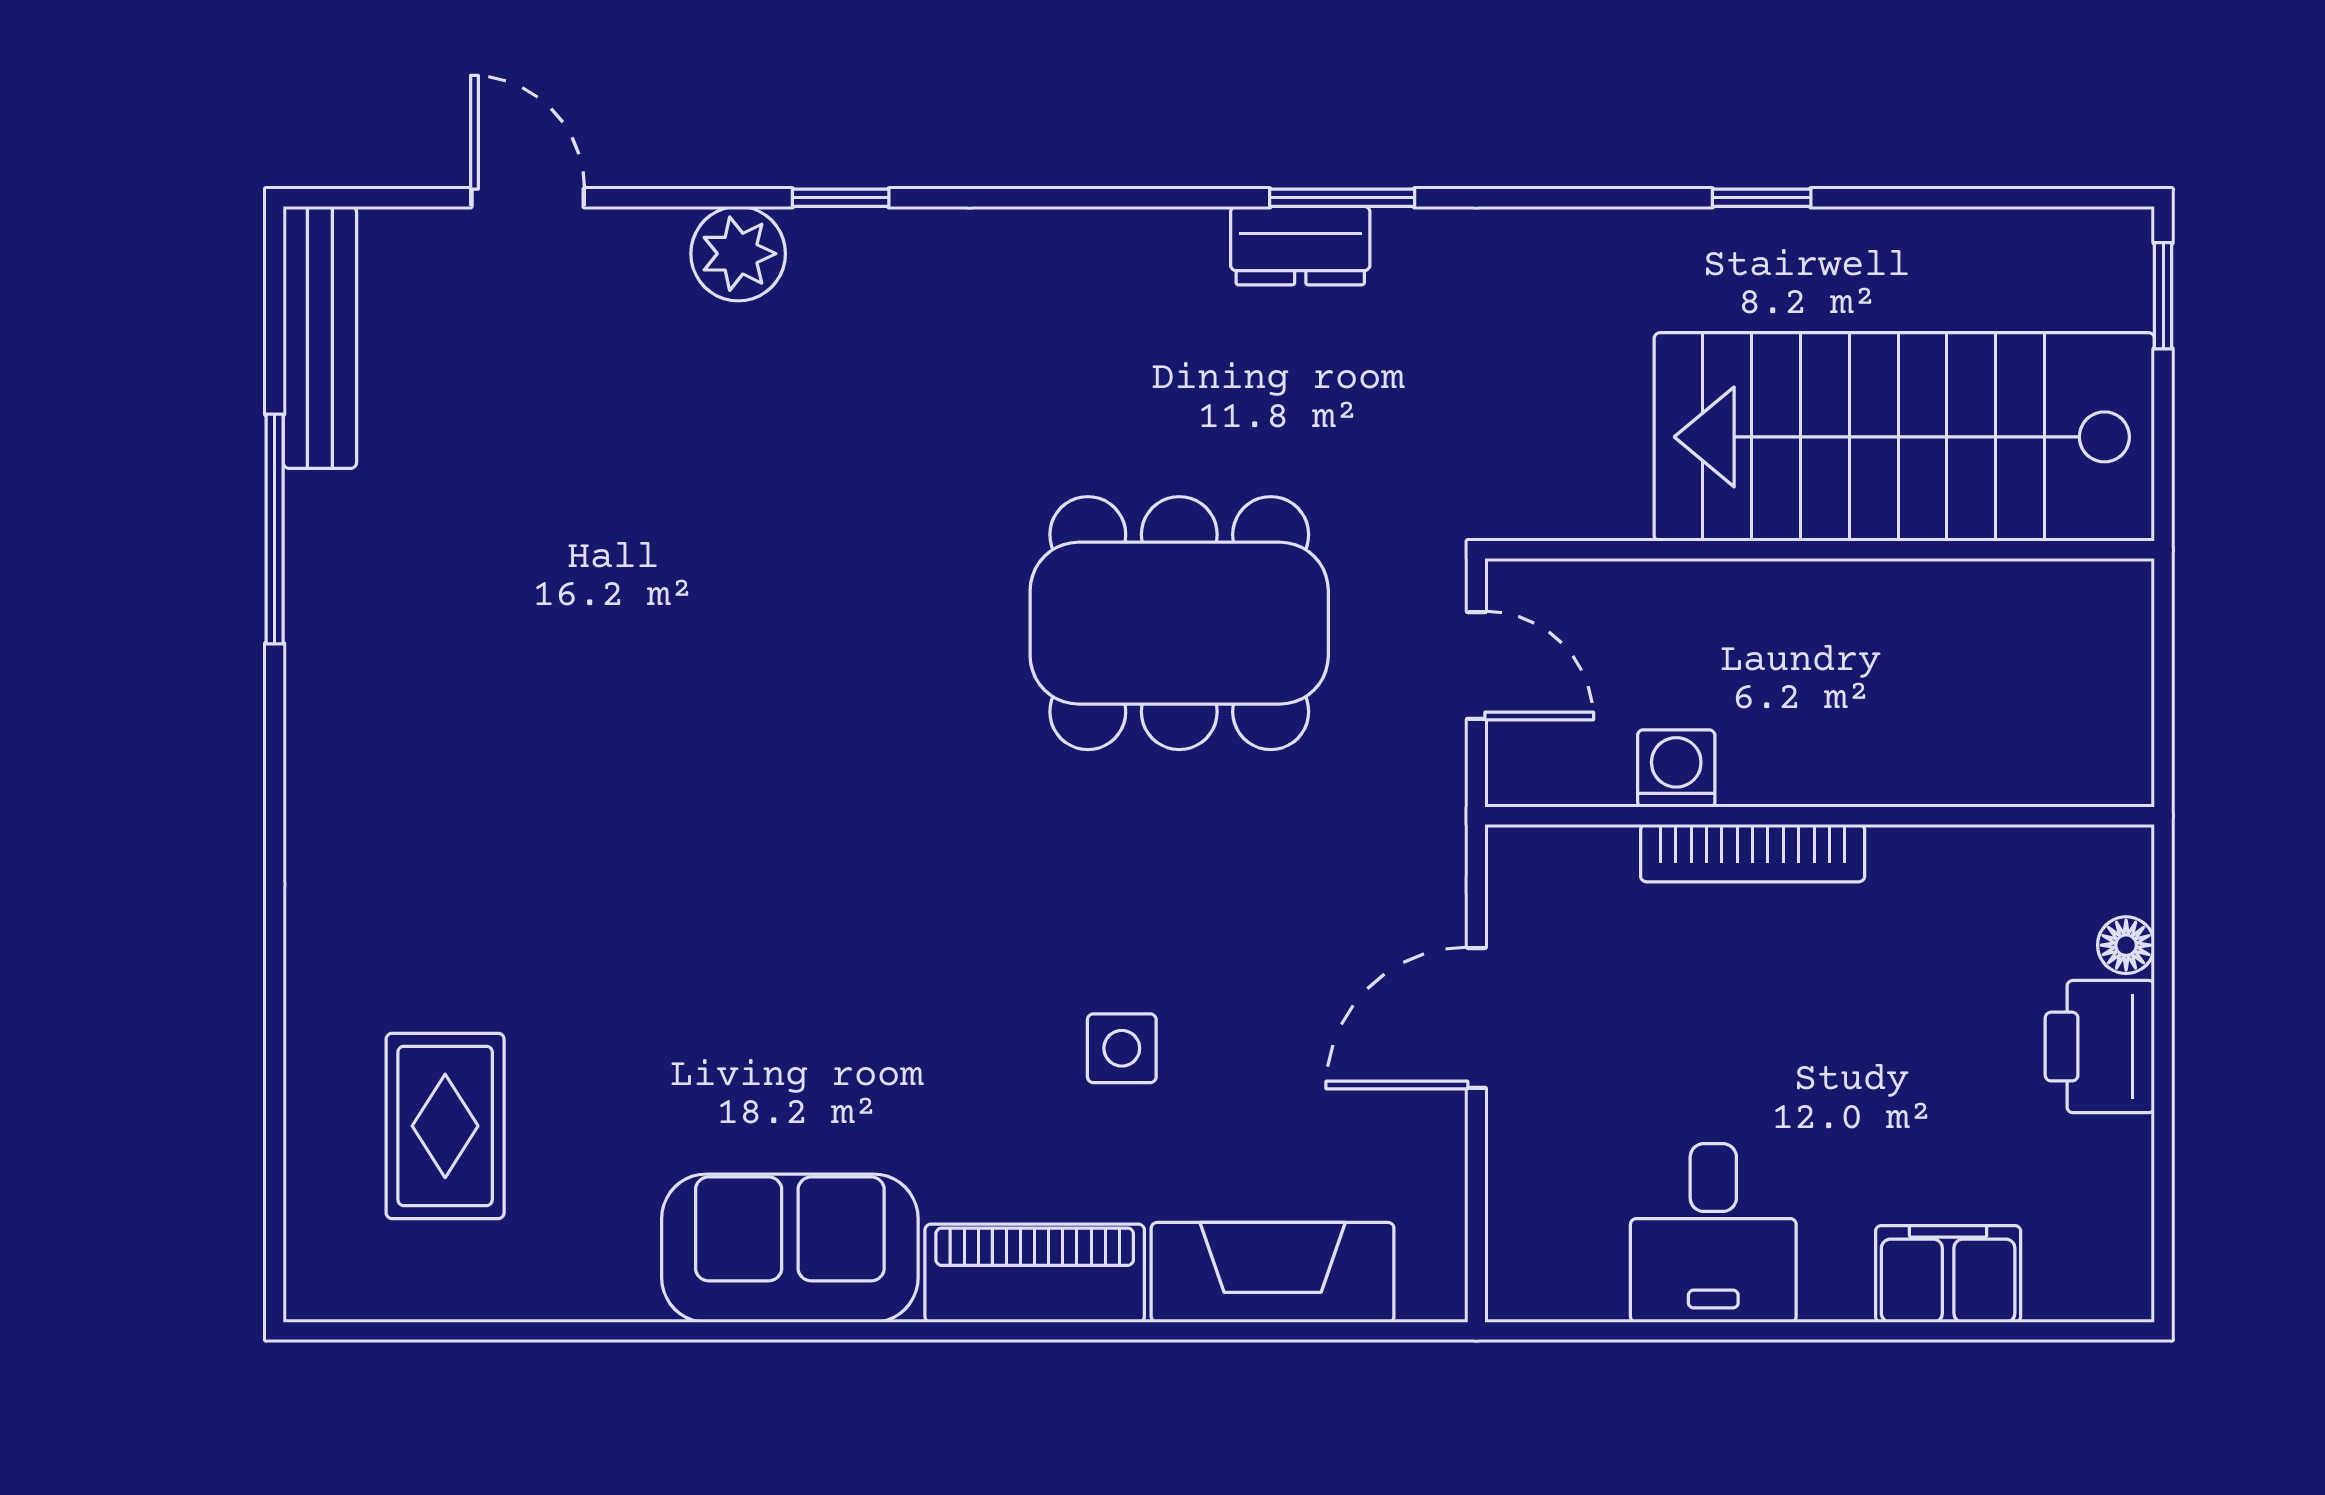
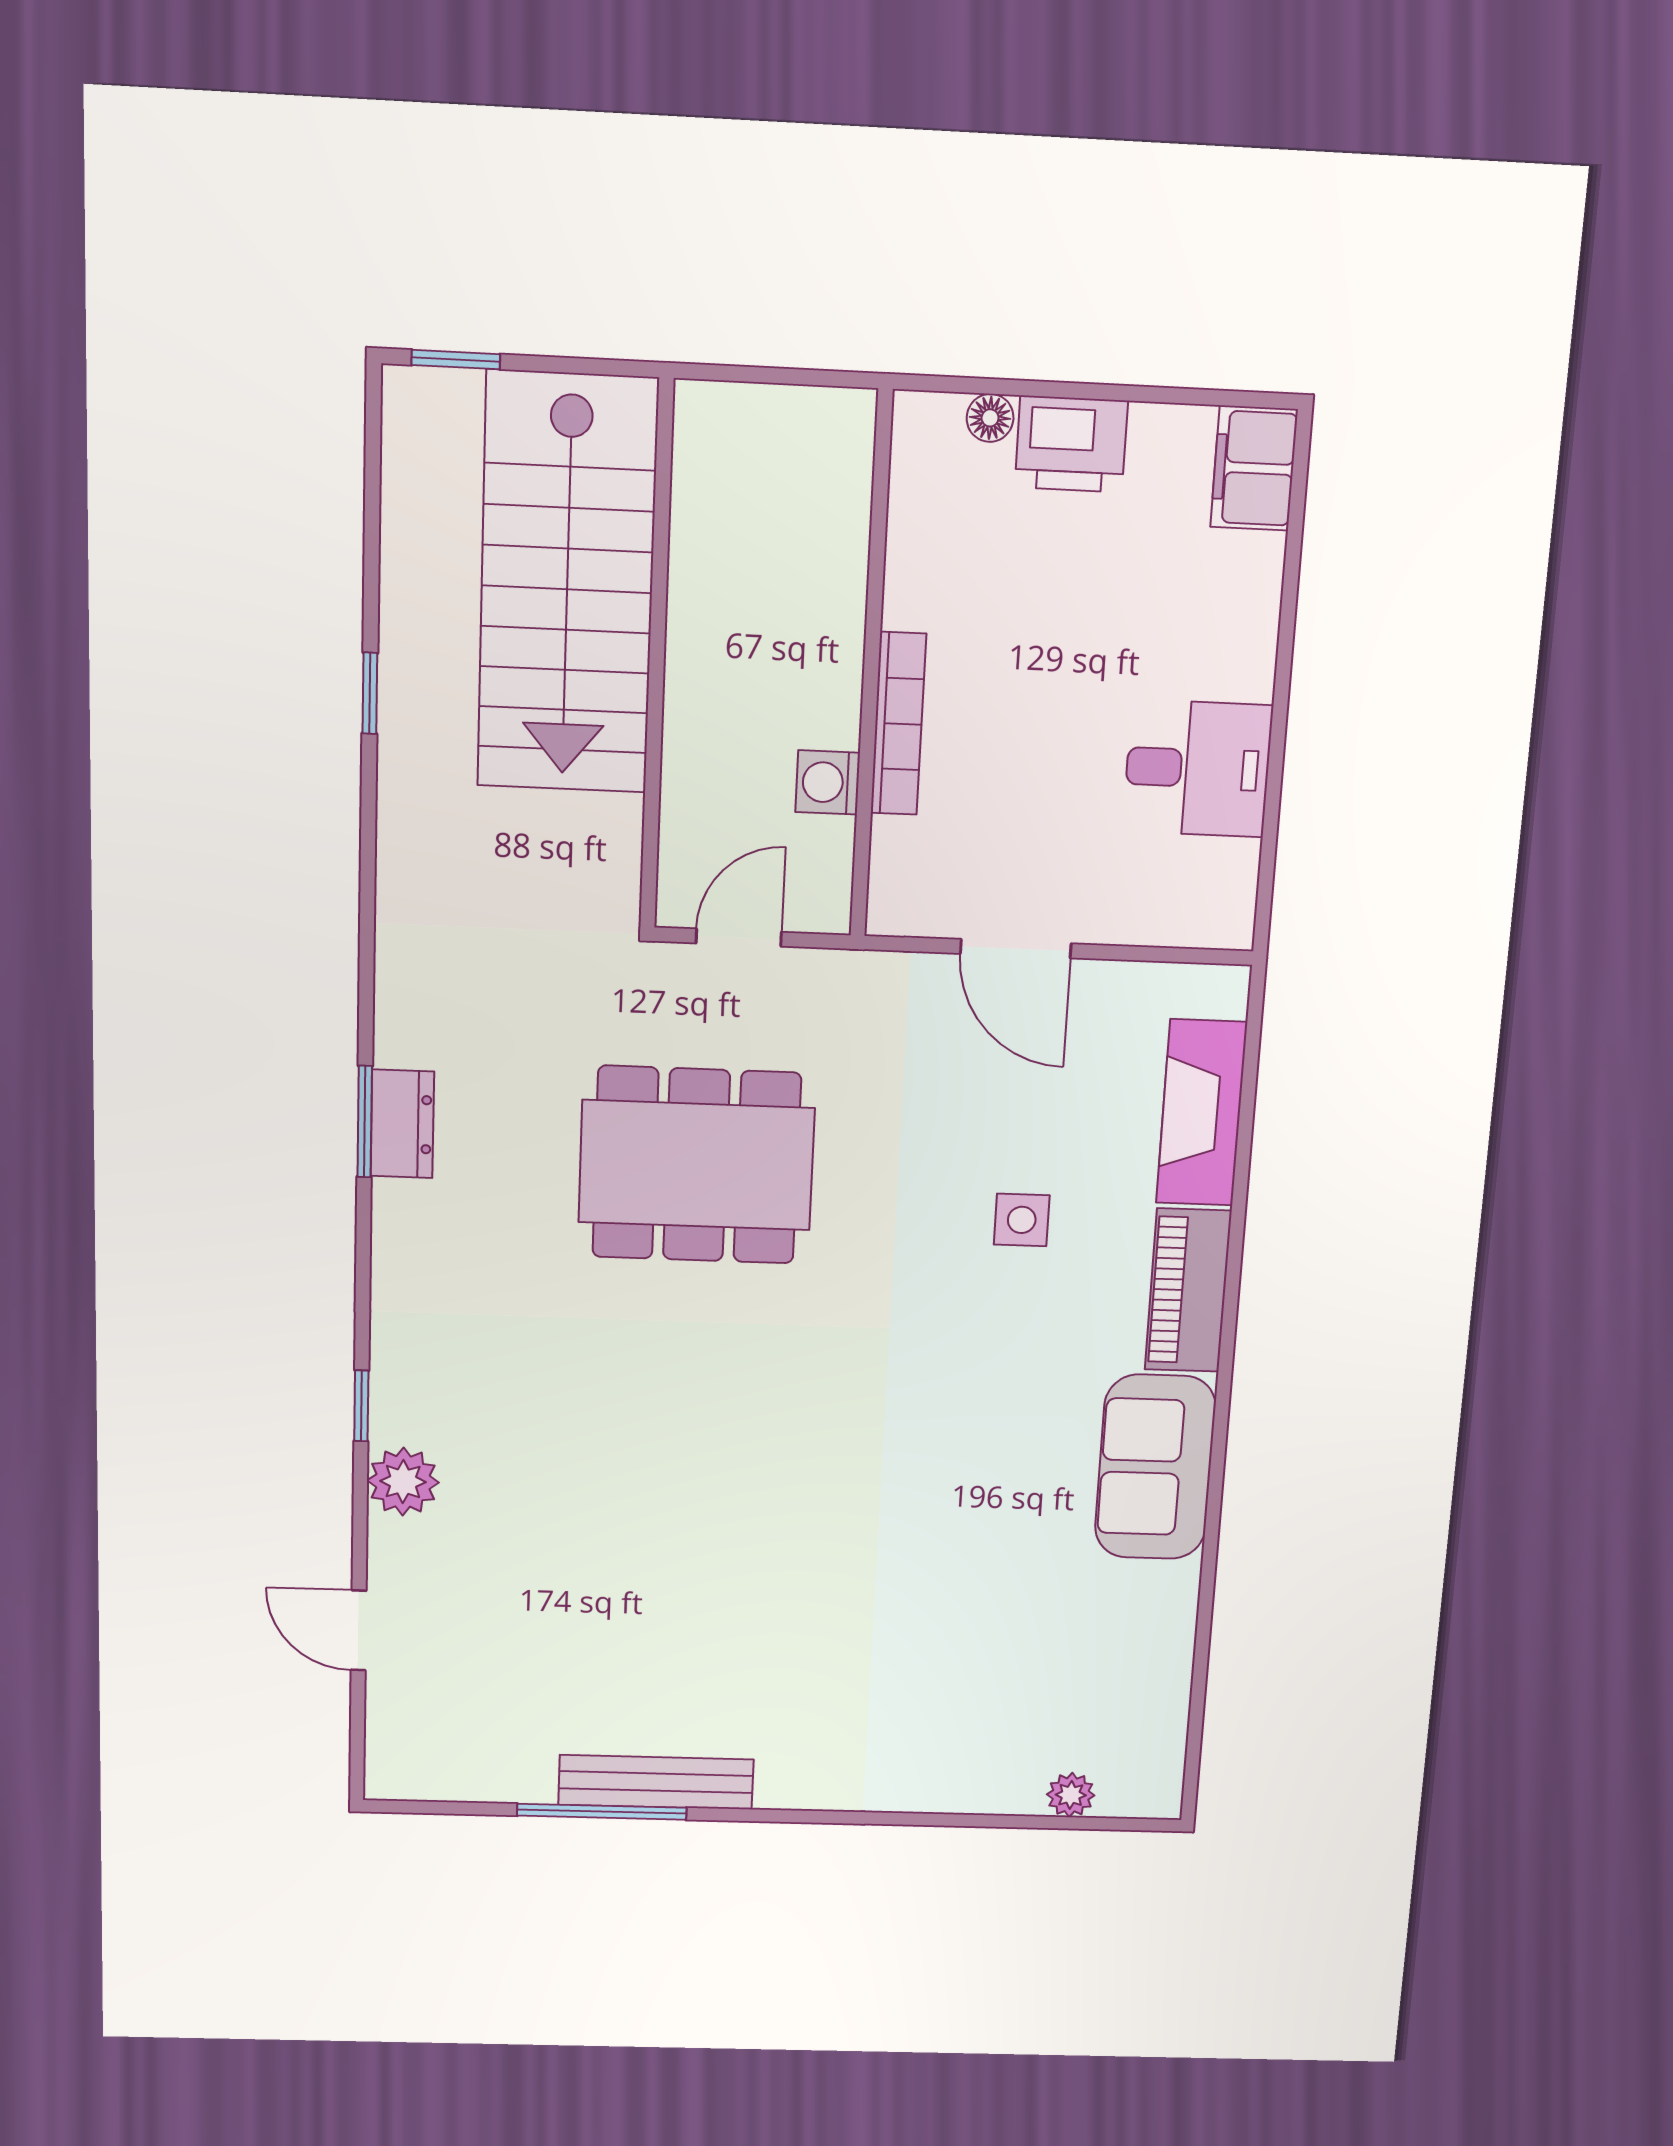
door: (528, 198) -> (359, 1630), hinge flipped
window: (1342, 198) -> (365, 1122), moved
dresser: (1300, 246) -> (402, 1124), moved
bench: (320, 337) -> (656, 1782), moved
dining table: (1179, 623) -> (696, 1165), turned 90
rug: (445, 1126) -> (1047, 1706), removed
plant: (316, 1167) -> (1071, 1795), added
filing cabinet: (1948, 1274) -> (1254, 468), moved

